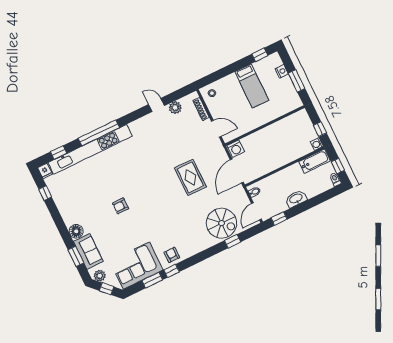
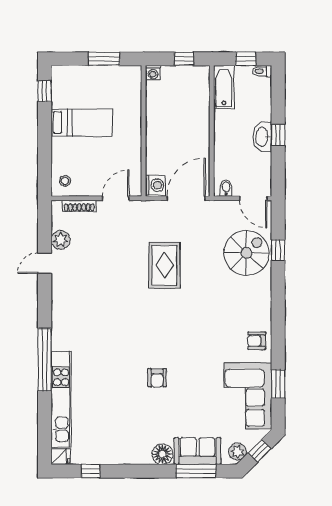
nightstand: (282, 71) -> (81, 73), removed
washing machine: (317, 144) -> (153, 73), moved
kitchen unit: (90, 149) -> (61, 399), width x0.73
window: (59, 152) -> (45, 426), removed
door: (237, 171) -> (186, 198), swing flipped
rug: (190, 177) -> (164, 265), turned 90
window: (279, 219) -> (278, 135), moved
window: (76, 256) -> (196, 471), width x1.44
window: (172, 271) -> (278, 351), removed

